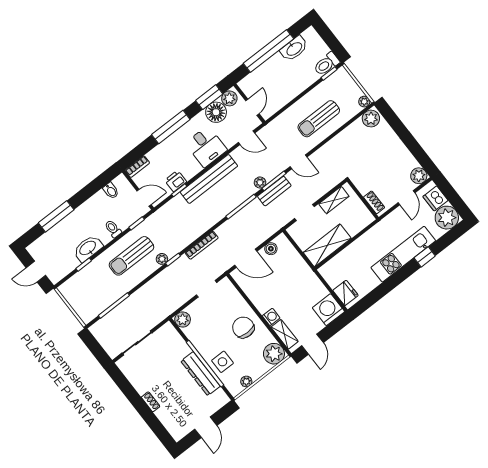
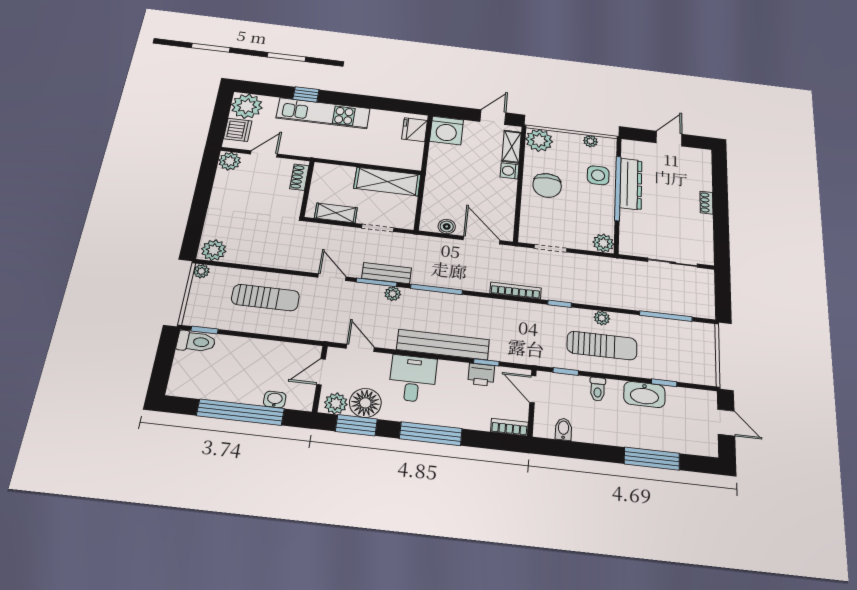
washbasin: (294, 49) -> (275, 399), moved, width x0.52, depth x0.69
plant: (162, 259) -> (602, 318), moved

